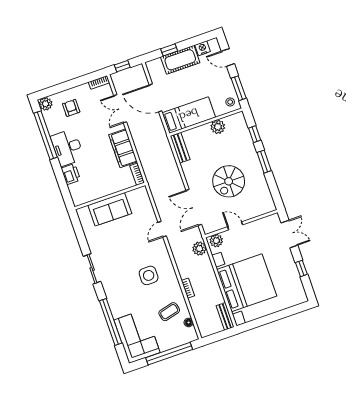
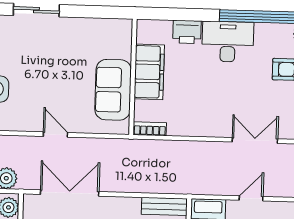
door: (156, 98) -> (251, 198), width x0.53
filing cabinet: (123, 148) -> (149, 72), moved, turned 90
sofa: (110, 209) -> (113, 90), moved

